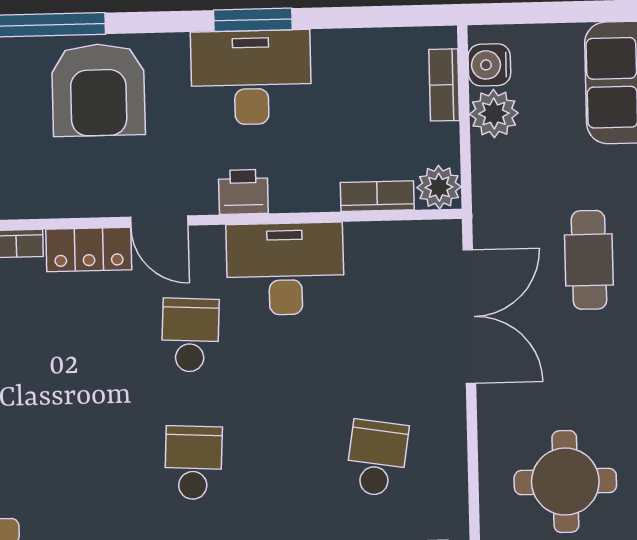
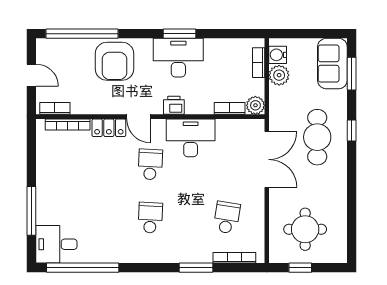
cafe table: (589, 260) -> (317, 137), width x1.37, depth x1.35

